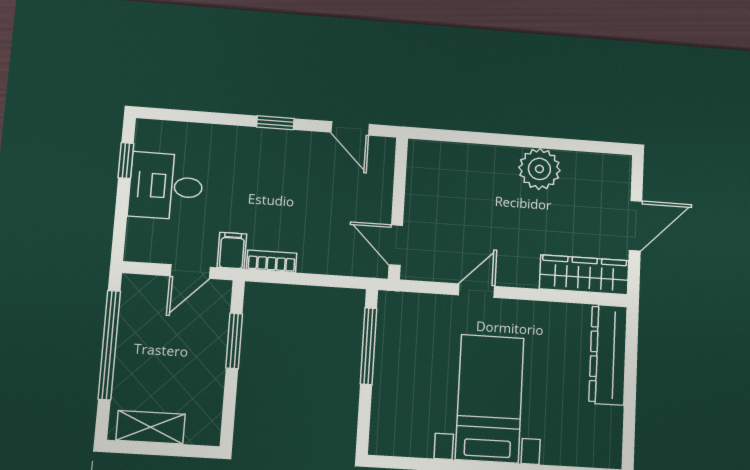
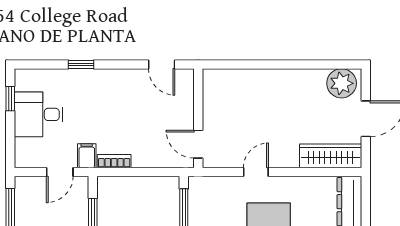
window: (275, 123) -> (81, 64), moved
plant: (539, 169) -> (342, 83), moved

